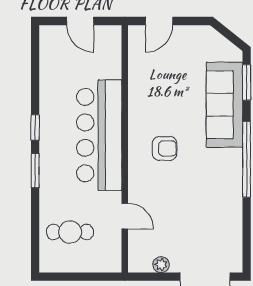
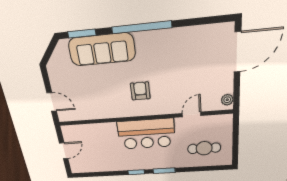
bar counter: (99, 135) -> (146, 134), width x0.73
cafe table: (70, 232) -> (204, 148), turned 90
plant: (161, 265) -> (227, 100), moved

